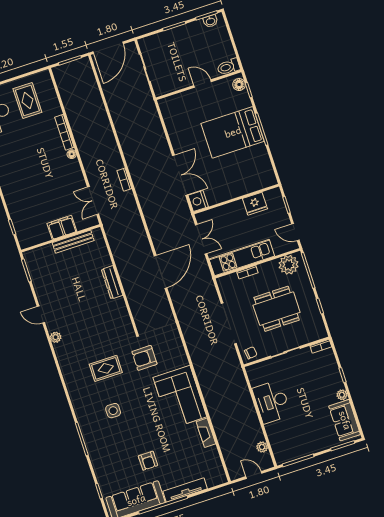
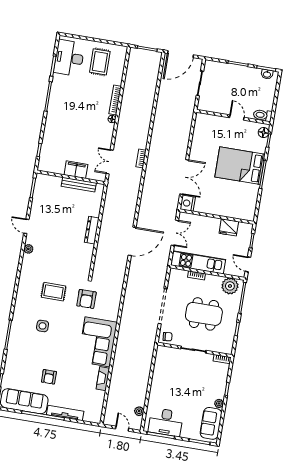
armchair: (144, 358) -> (86, 299), turned -90
desk: (272, 402) -> (166, 422), moved, turned -90

